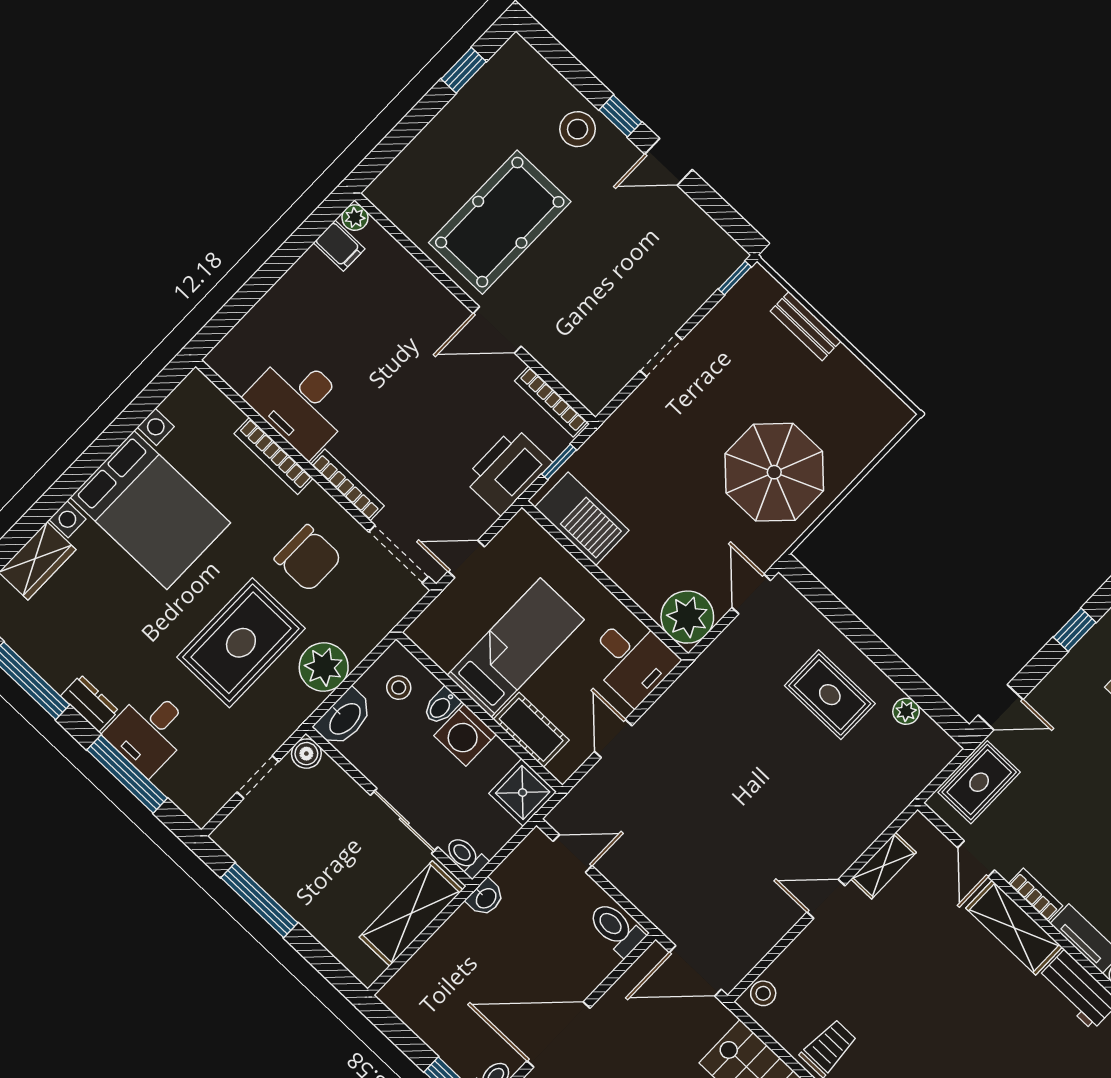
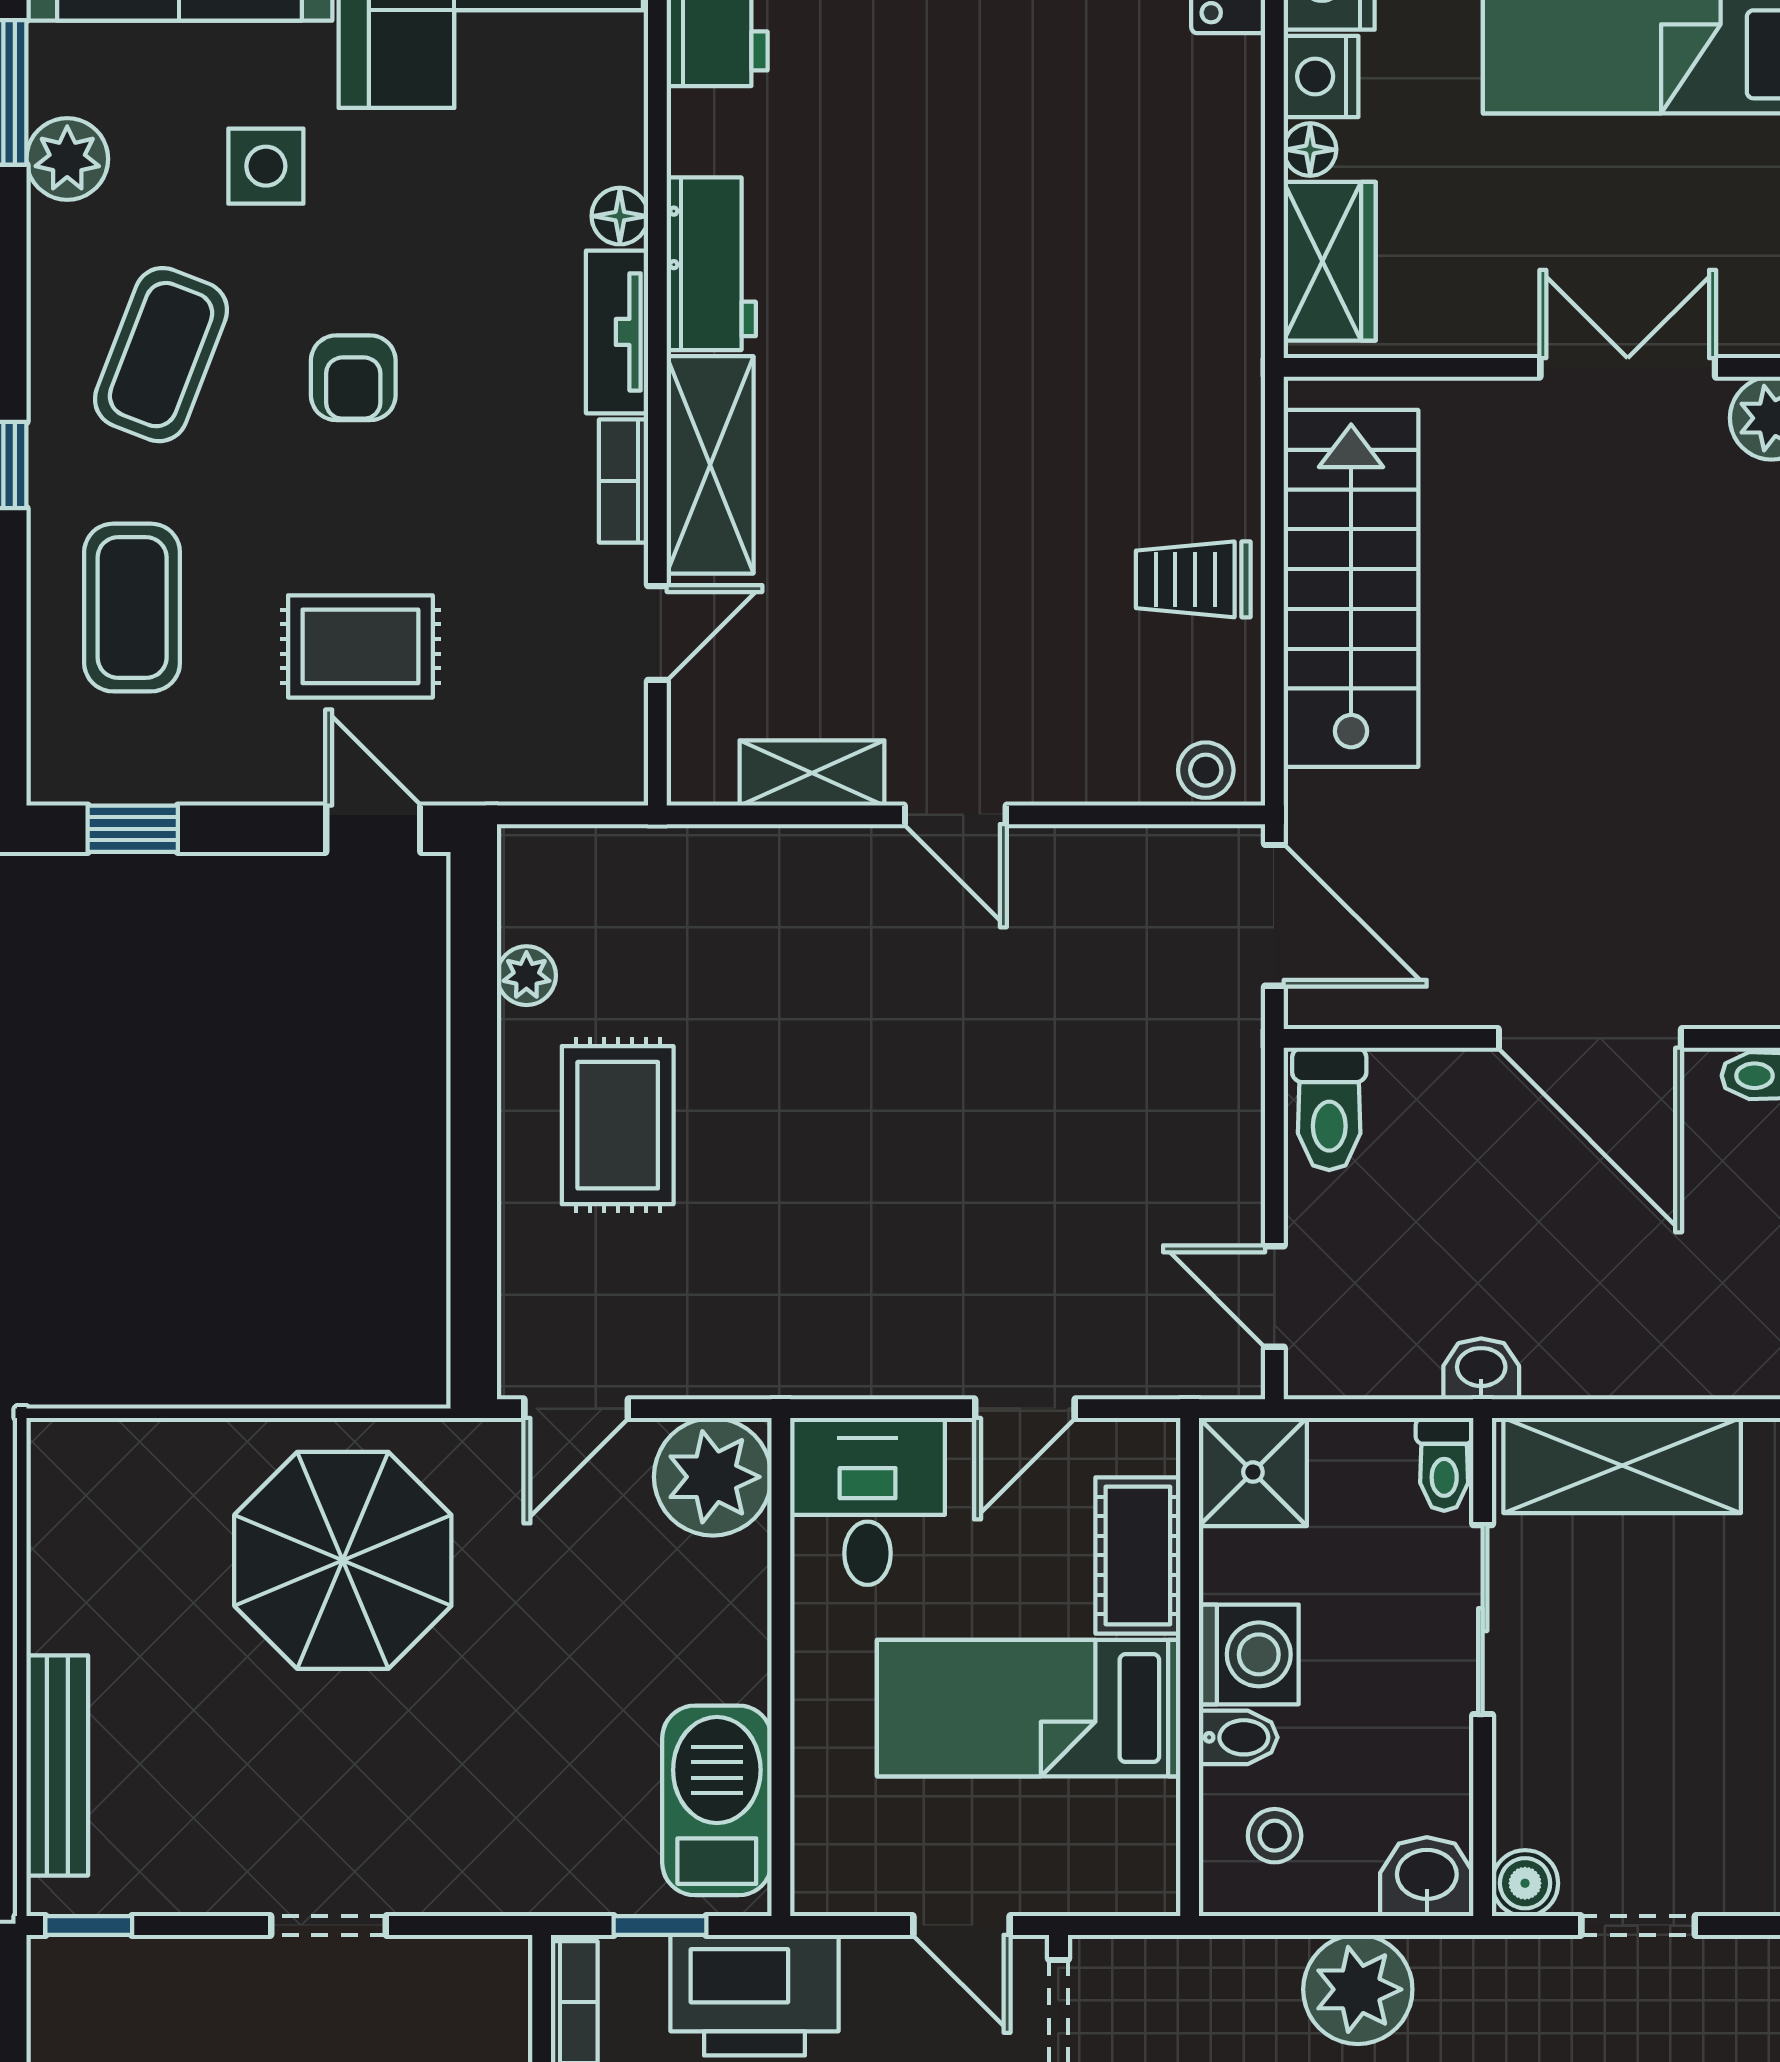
bench: (806, 326) -> (57, 1765), width x1.36
washbasin: (344, 718) -> (1427, 1877), width x0.72
rug: (979, 782) -> (360, 646), moved

